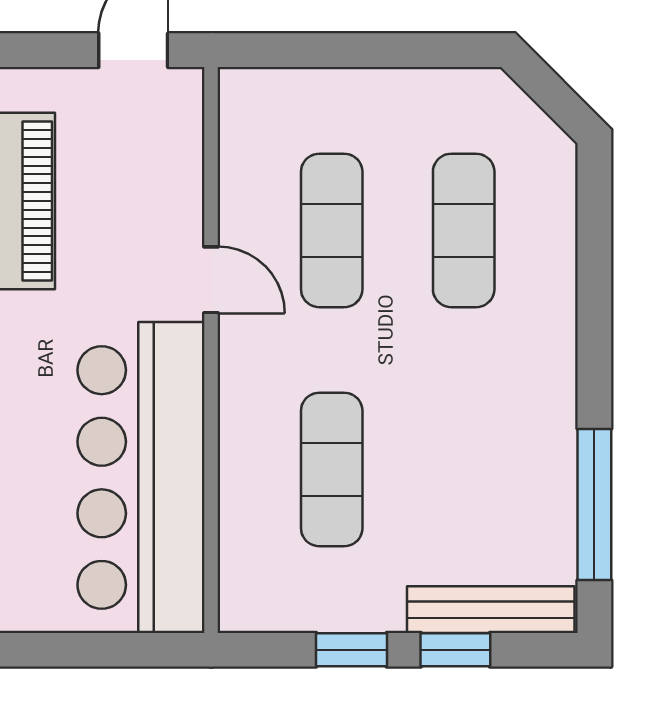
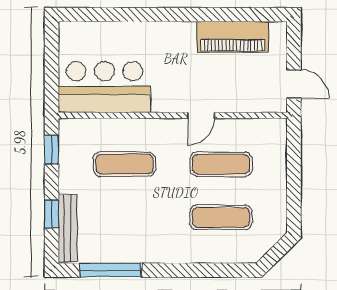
bar counter: (141, 478) -> (104, 87), width x0.73
window: (351, 650) -> (52, 149), moved

